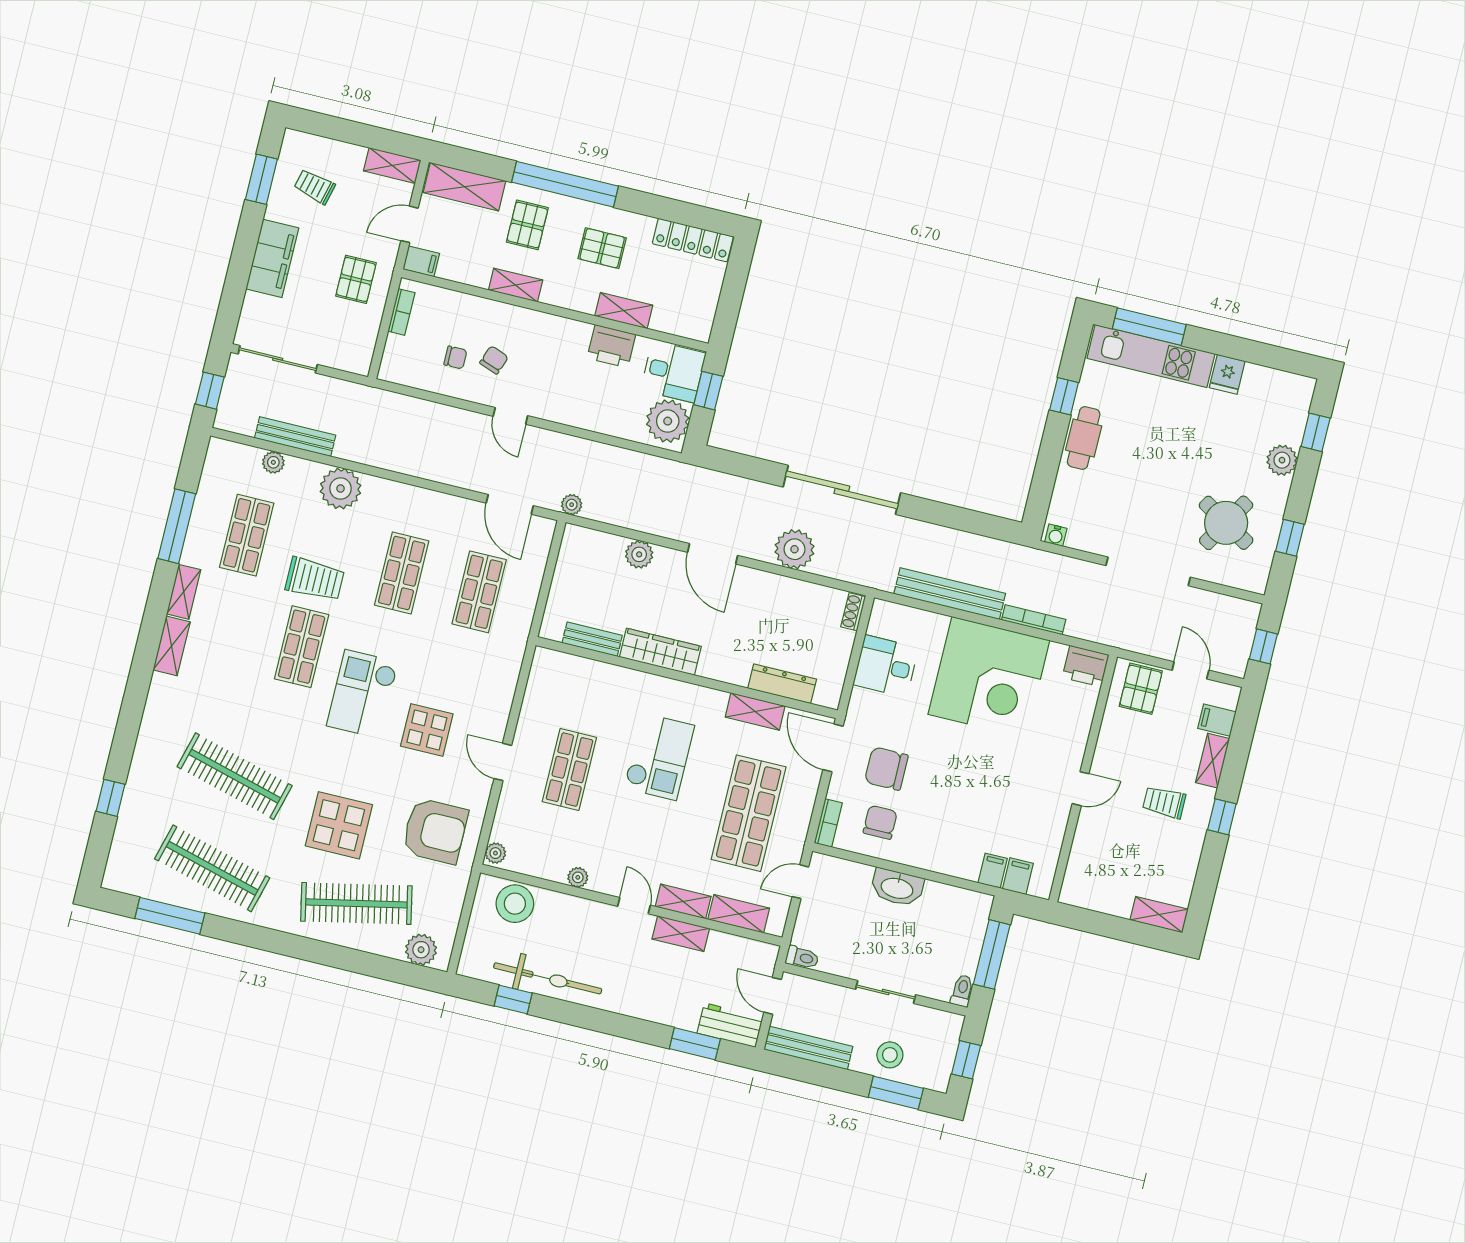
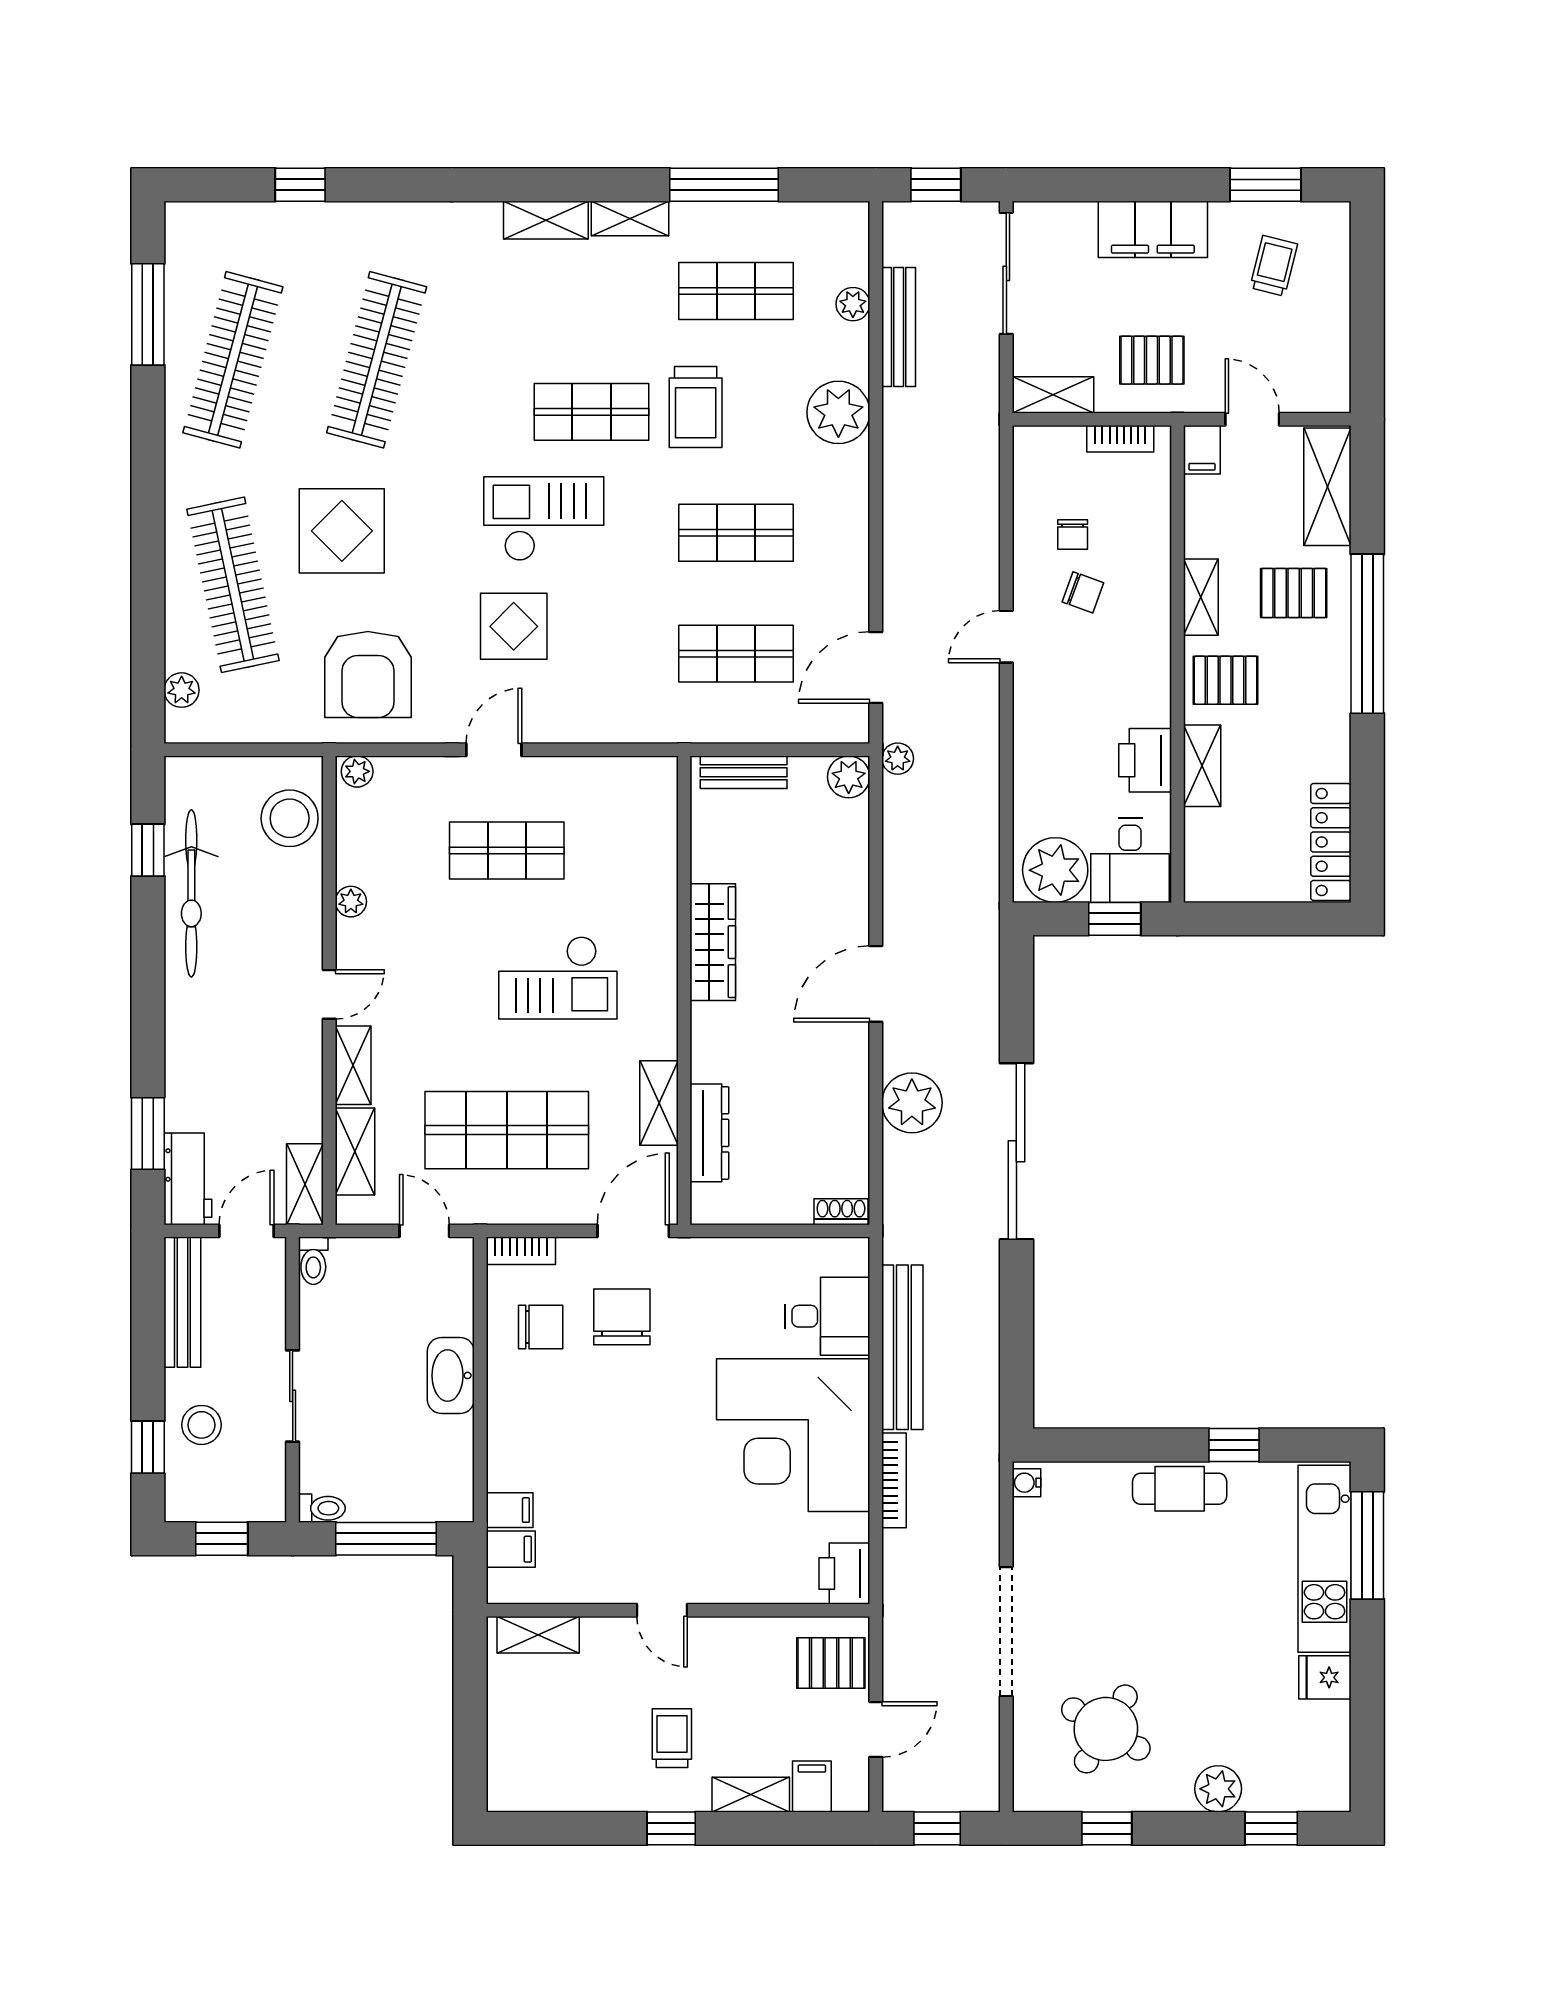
shelving: (392, 166) -> (1053, 395), moved, turned 90
pallet: (602, 248) -> (1225, 680), moved, turned 90
plant: (639, 554) -> (849, 777), moved
bench: (592, 639) -> (744, 772), moved, turned 90
desk: (886, 666) -> (827, 1316), moved, turned 90
shelving: (1159, 915) -> (538, 1635), moved, turned 90
shelving: (681, 934) -> (305, 1184), moved
plant: (421, 950) -> (182, 690), width x0.73, depth x0.73
window: (896, 1093) -> (148, 1447), width x0.67

